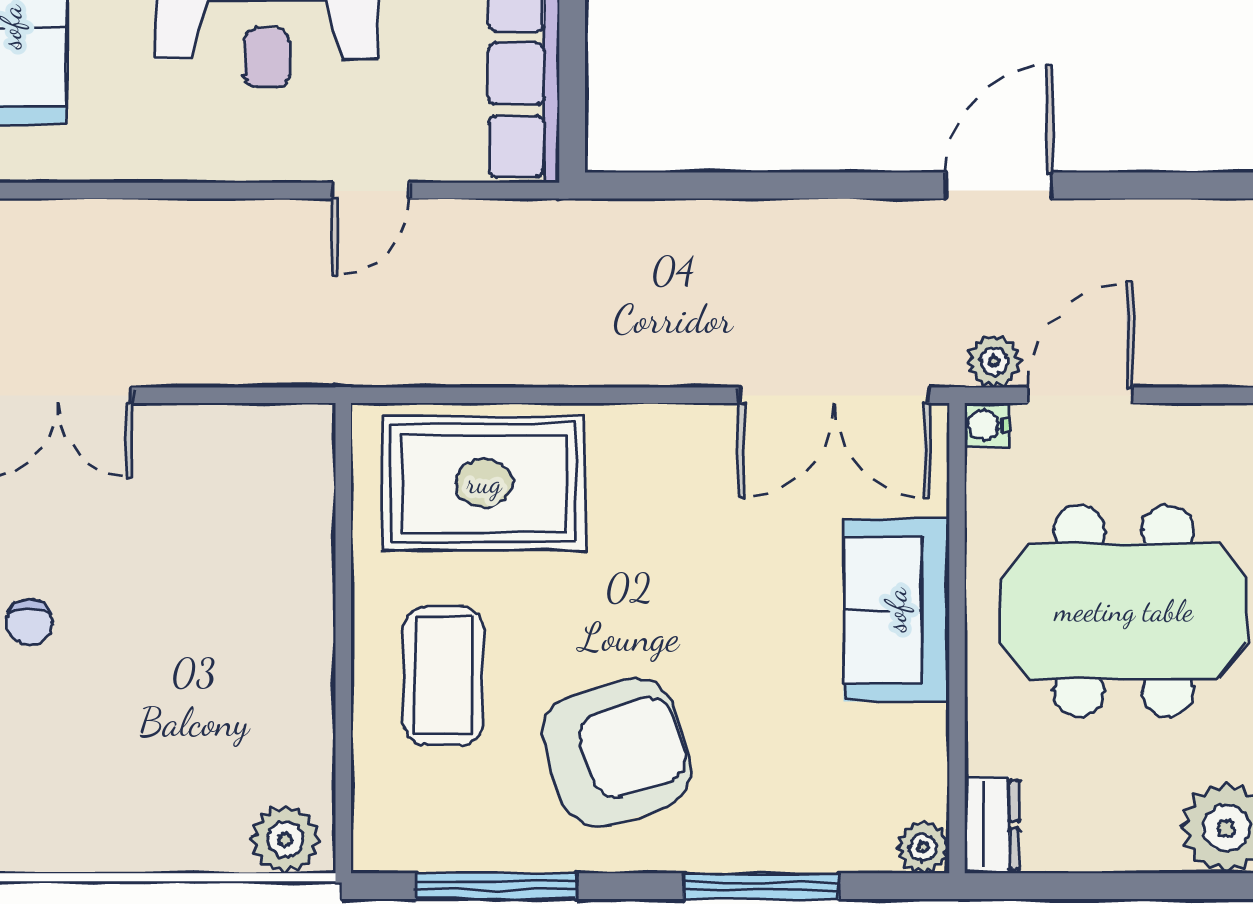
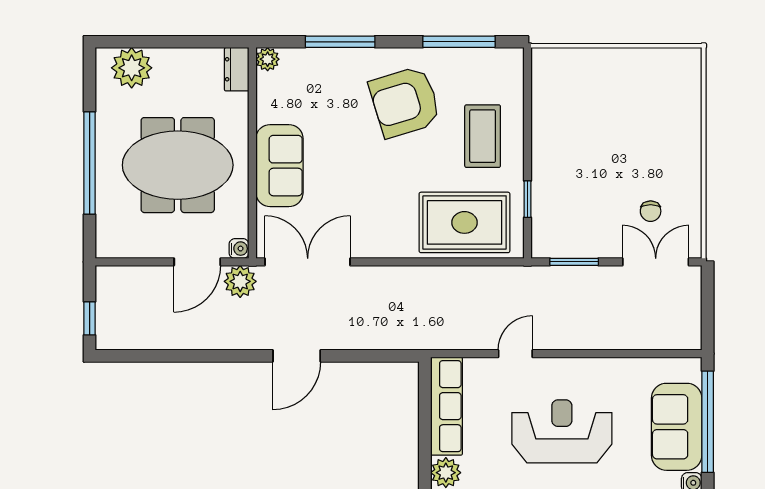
door: (999, 185) -> (297, 356), moved
plant: (994, 361) -> (240, 281), width x1.38, depth x1.38
window: (239, 395) -> (574, 262), added
window: (343, 535) -> (528, 199), added
chair: (30, 622) -> (651, 211), moved, turned 180
plant: (285, 839) -> (554, 63), removed

